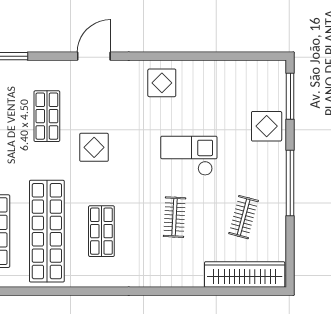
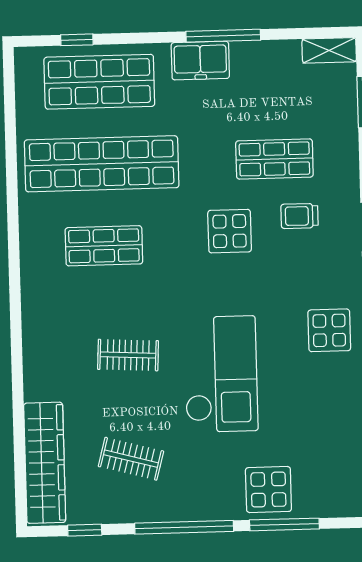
window: (290, 96) -> (284, 524), moved
trolley: (85, 101) -> (299, 216), added
checkout: (189, 156) -> (221, 374), width x1.36, depth x1.21
window: (290, 249) -> (85, 530), added

